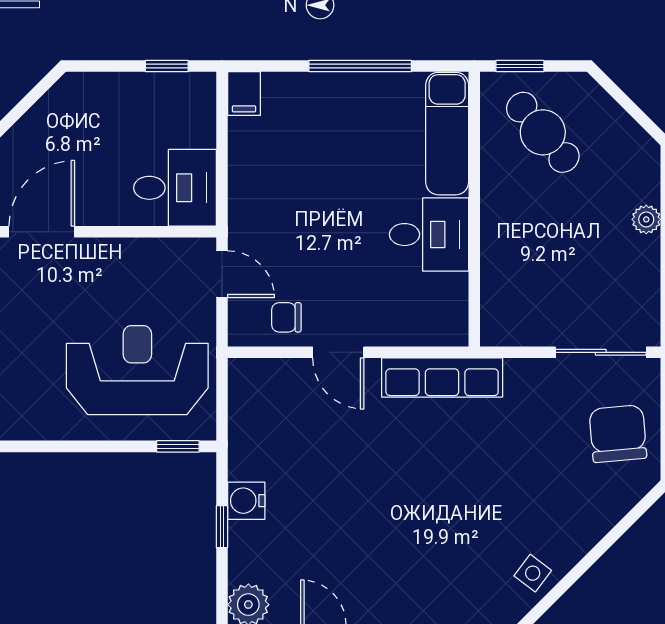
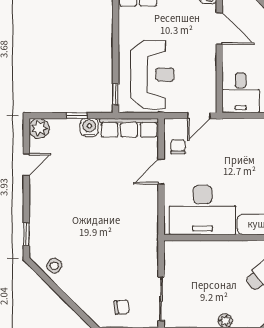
desk: (429, 235) -> (203, 210), width x1.87, depth x1.30
row of seats: (442, 377) -> (129, 128), moved, turned -90
chair: (618, 434) -> (122, 307), width x0.54, depth x0.54

